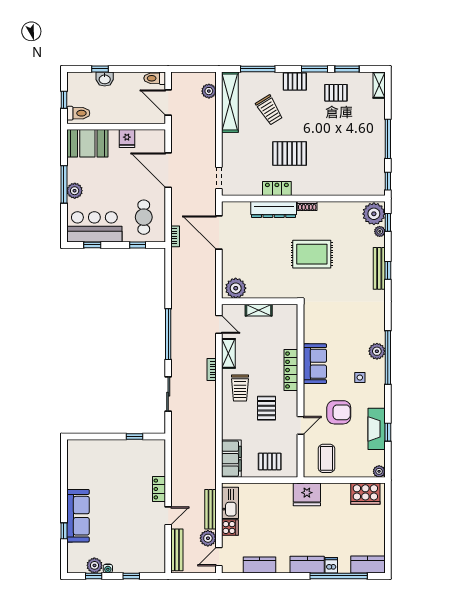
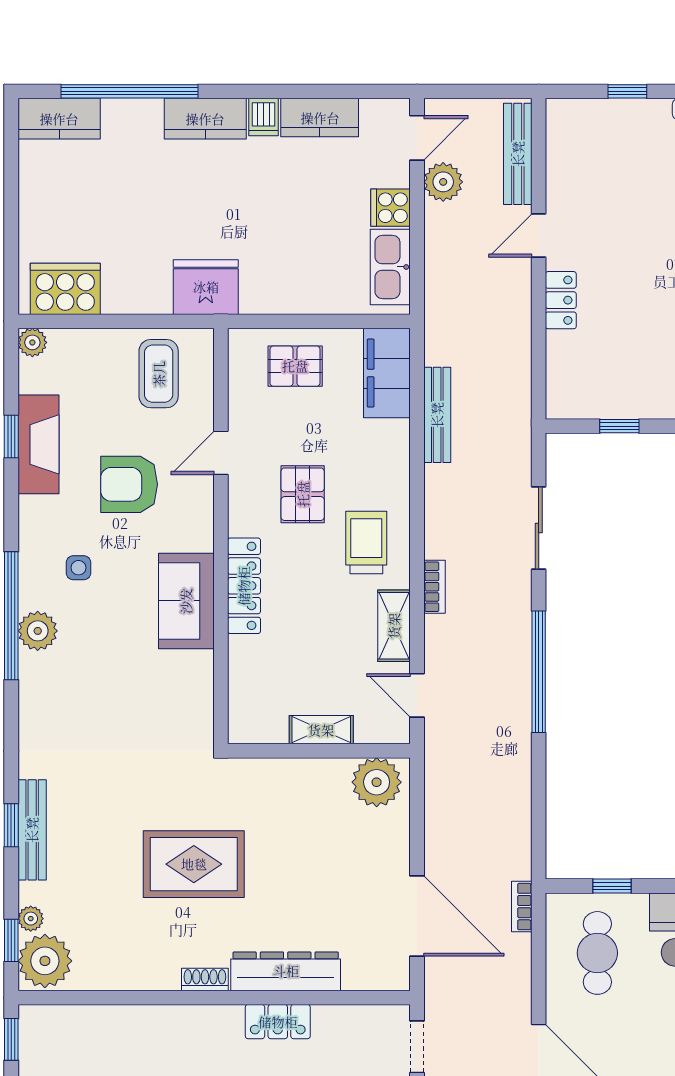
bench: (210, 509) -> (437, 415), moved
dishwasher: (331, 565) -> (263, 117), moved

